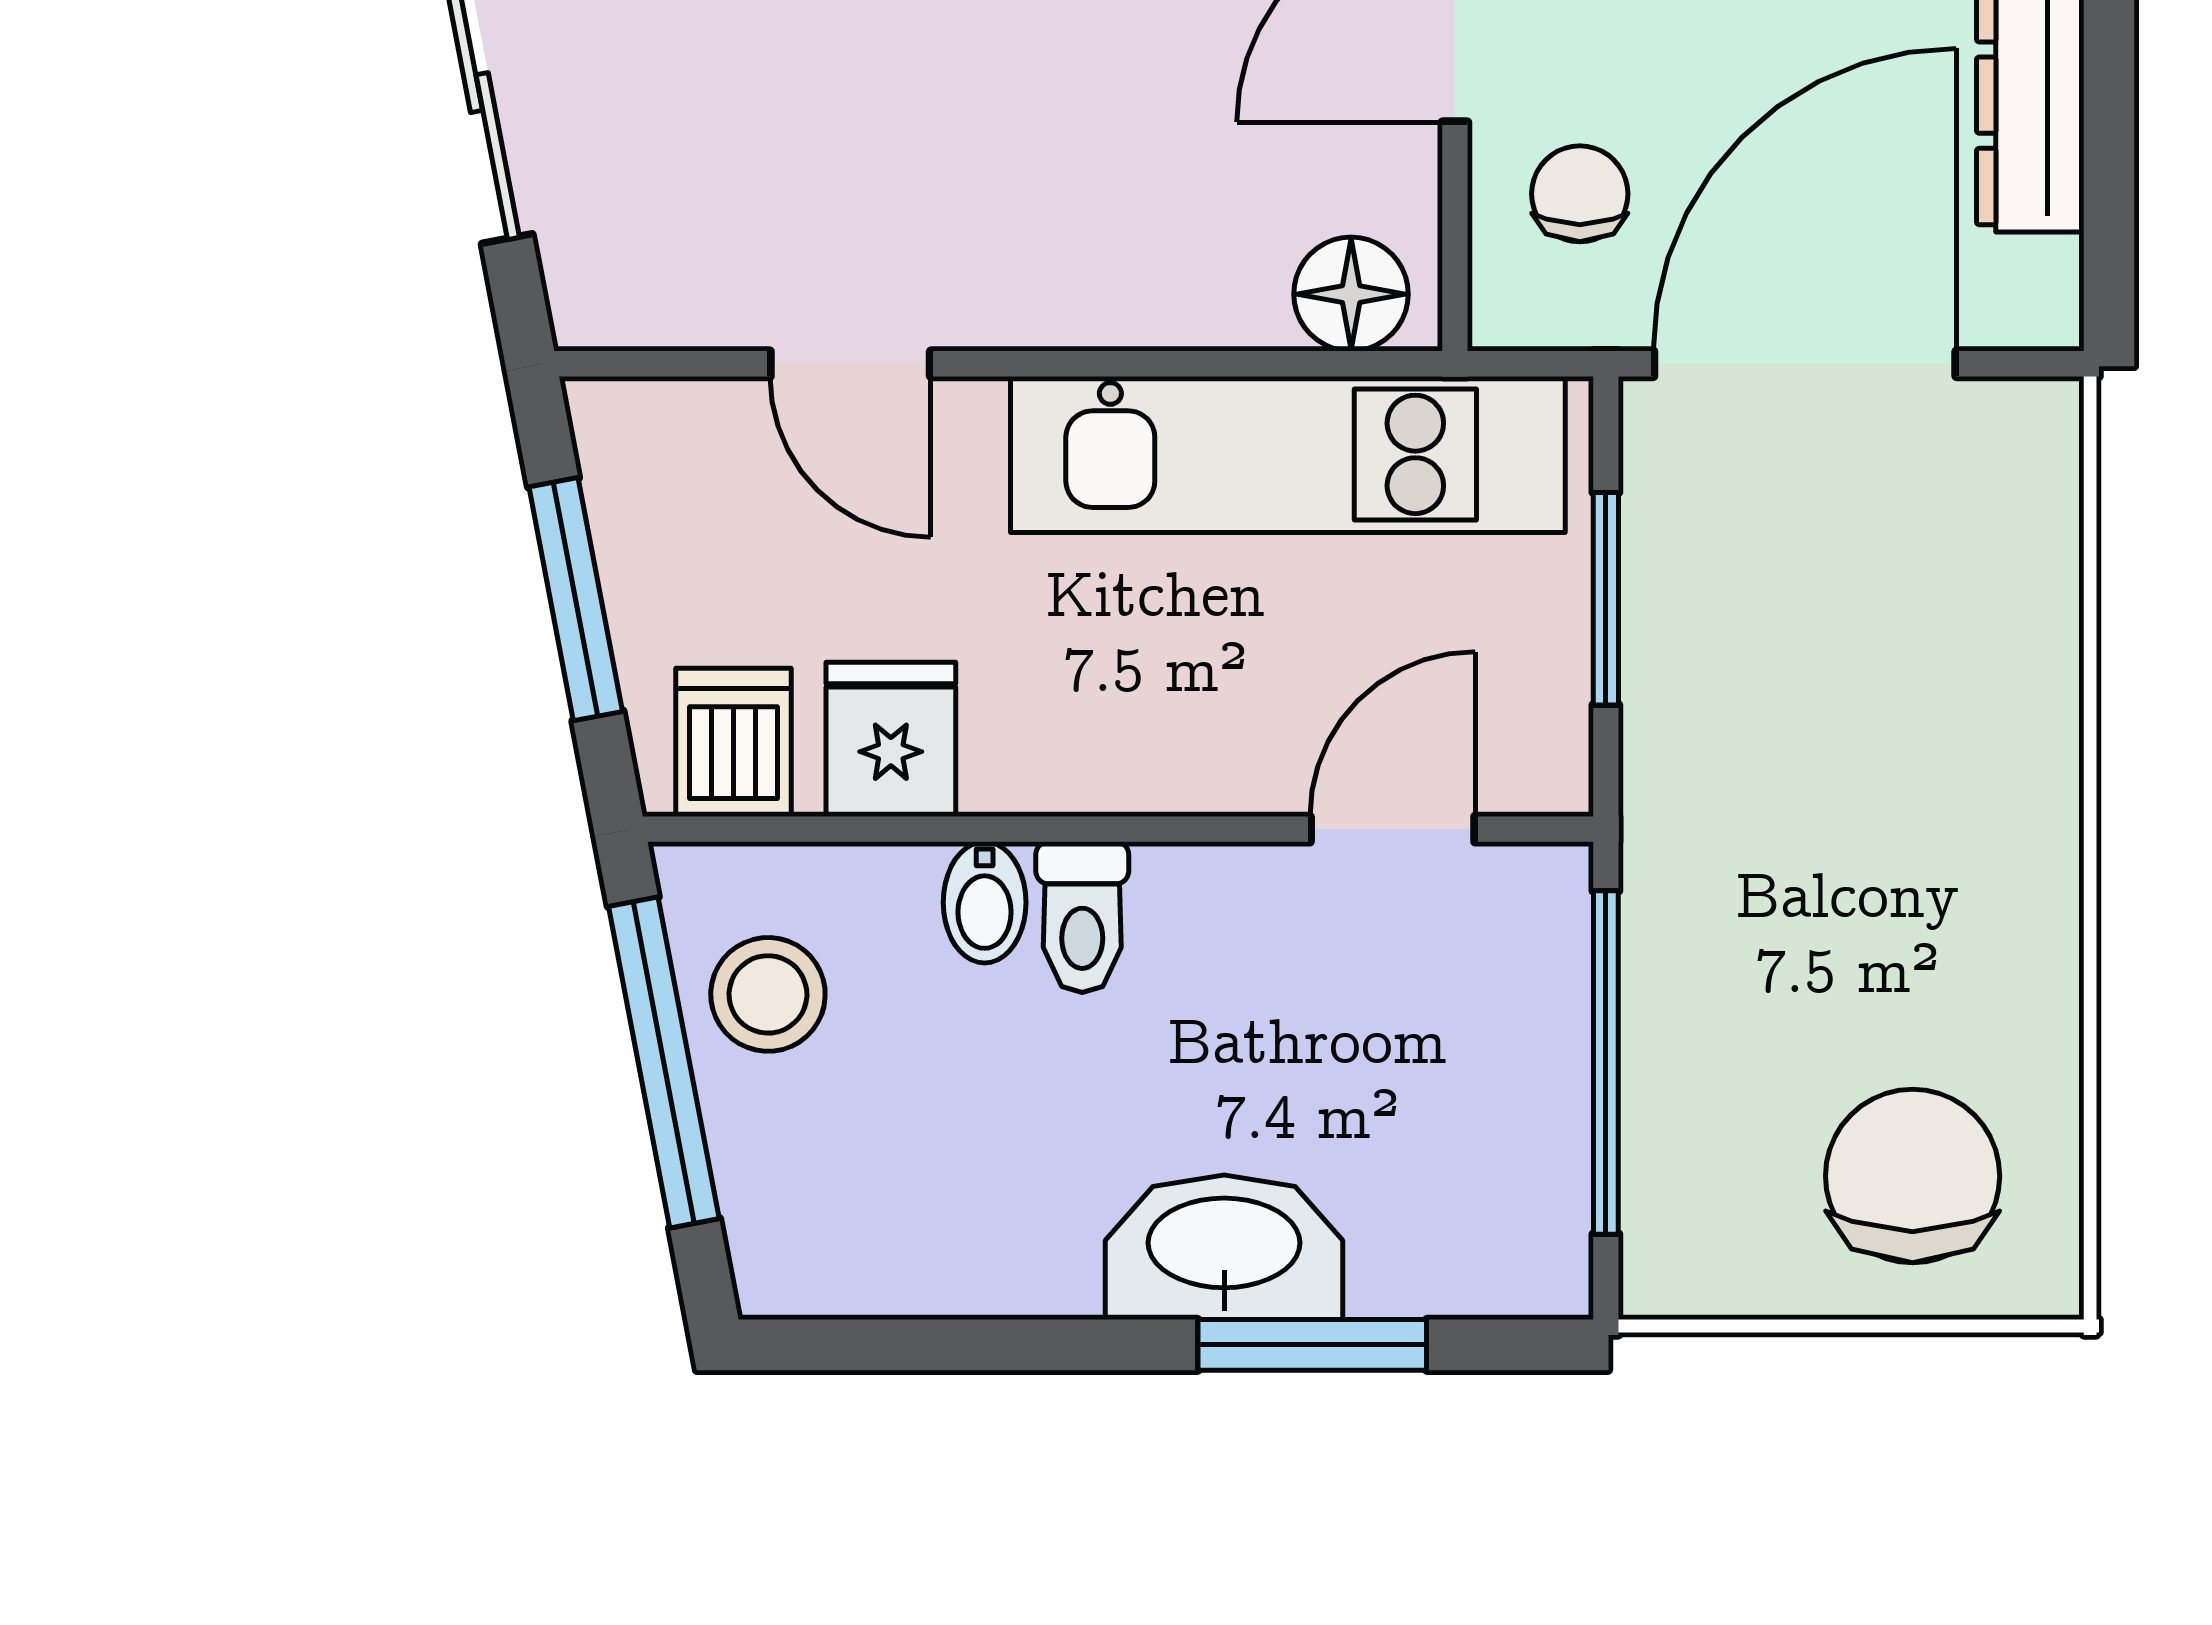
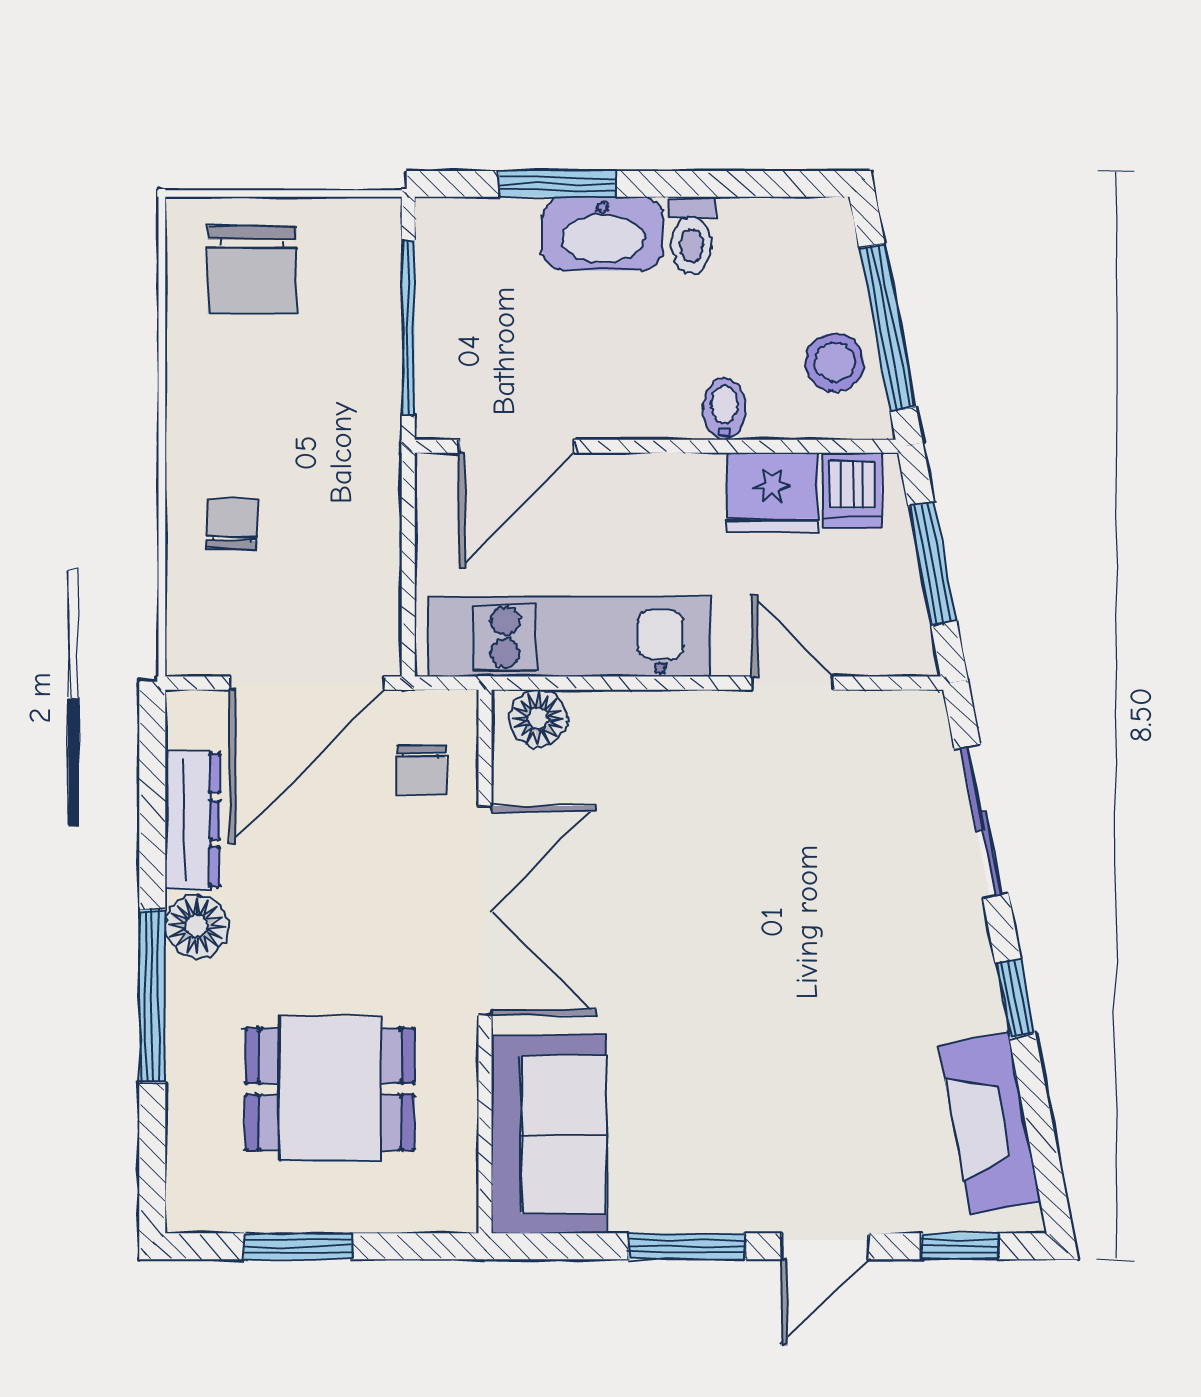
window: (1606, 599) -> (408, 564), removed
chair: (1952, 677) -> (232, 524), added
fridge: (891, 739) -> (772, 492), width x1.38
door: (1393, 829) -> (517, 446), width x1.38
toilet: (1082, 917) -> (692, 235), moved, turned 180

